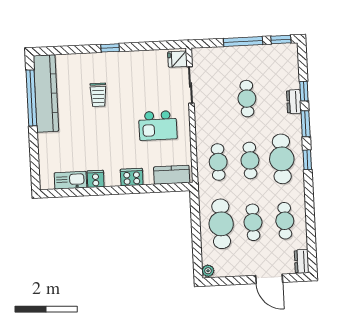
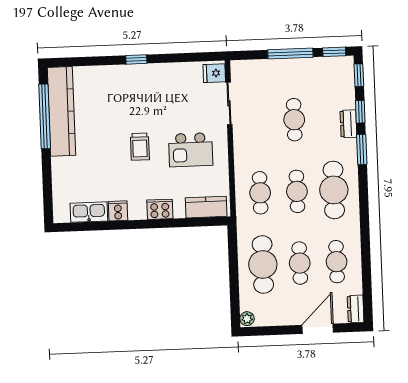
trolley: (98, 95) -> (140, 147), moved
window: (307, 160) -> (359, 75), moved
door: (269, 279) -> (318, 329), swing flipped

